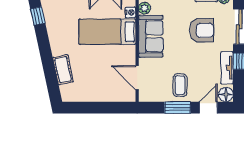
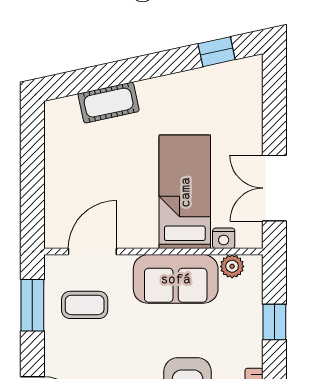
coffee table: (180, 85) -> (85, 305), moved
window: (178, 108) -> (32, 305), moved

